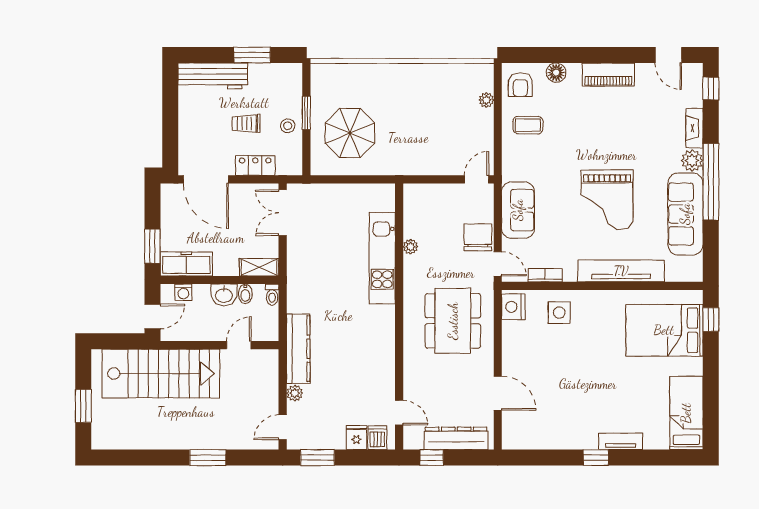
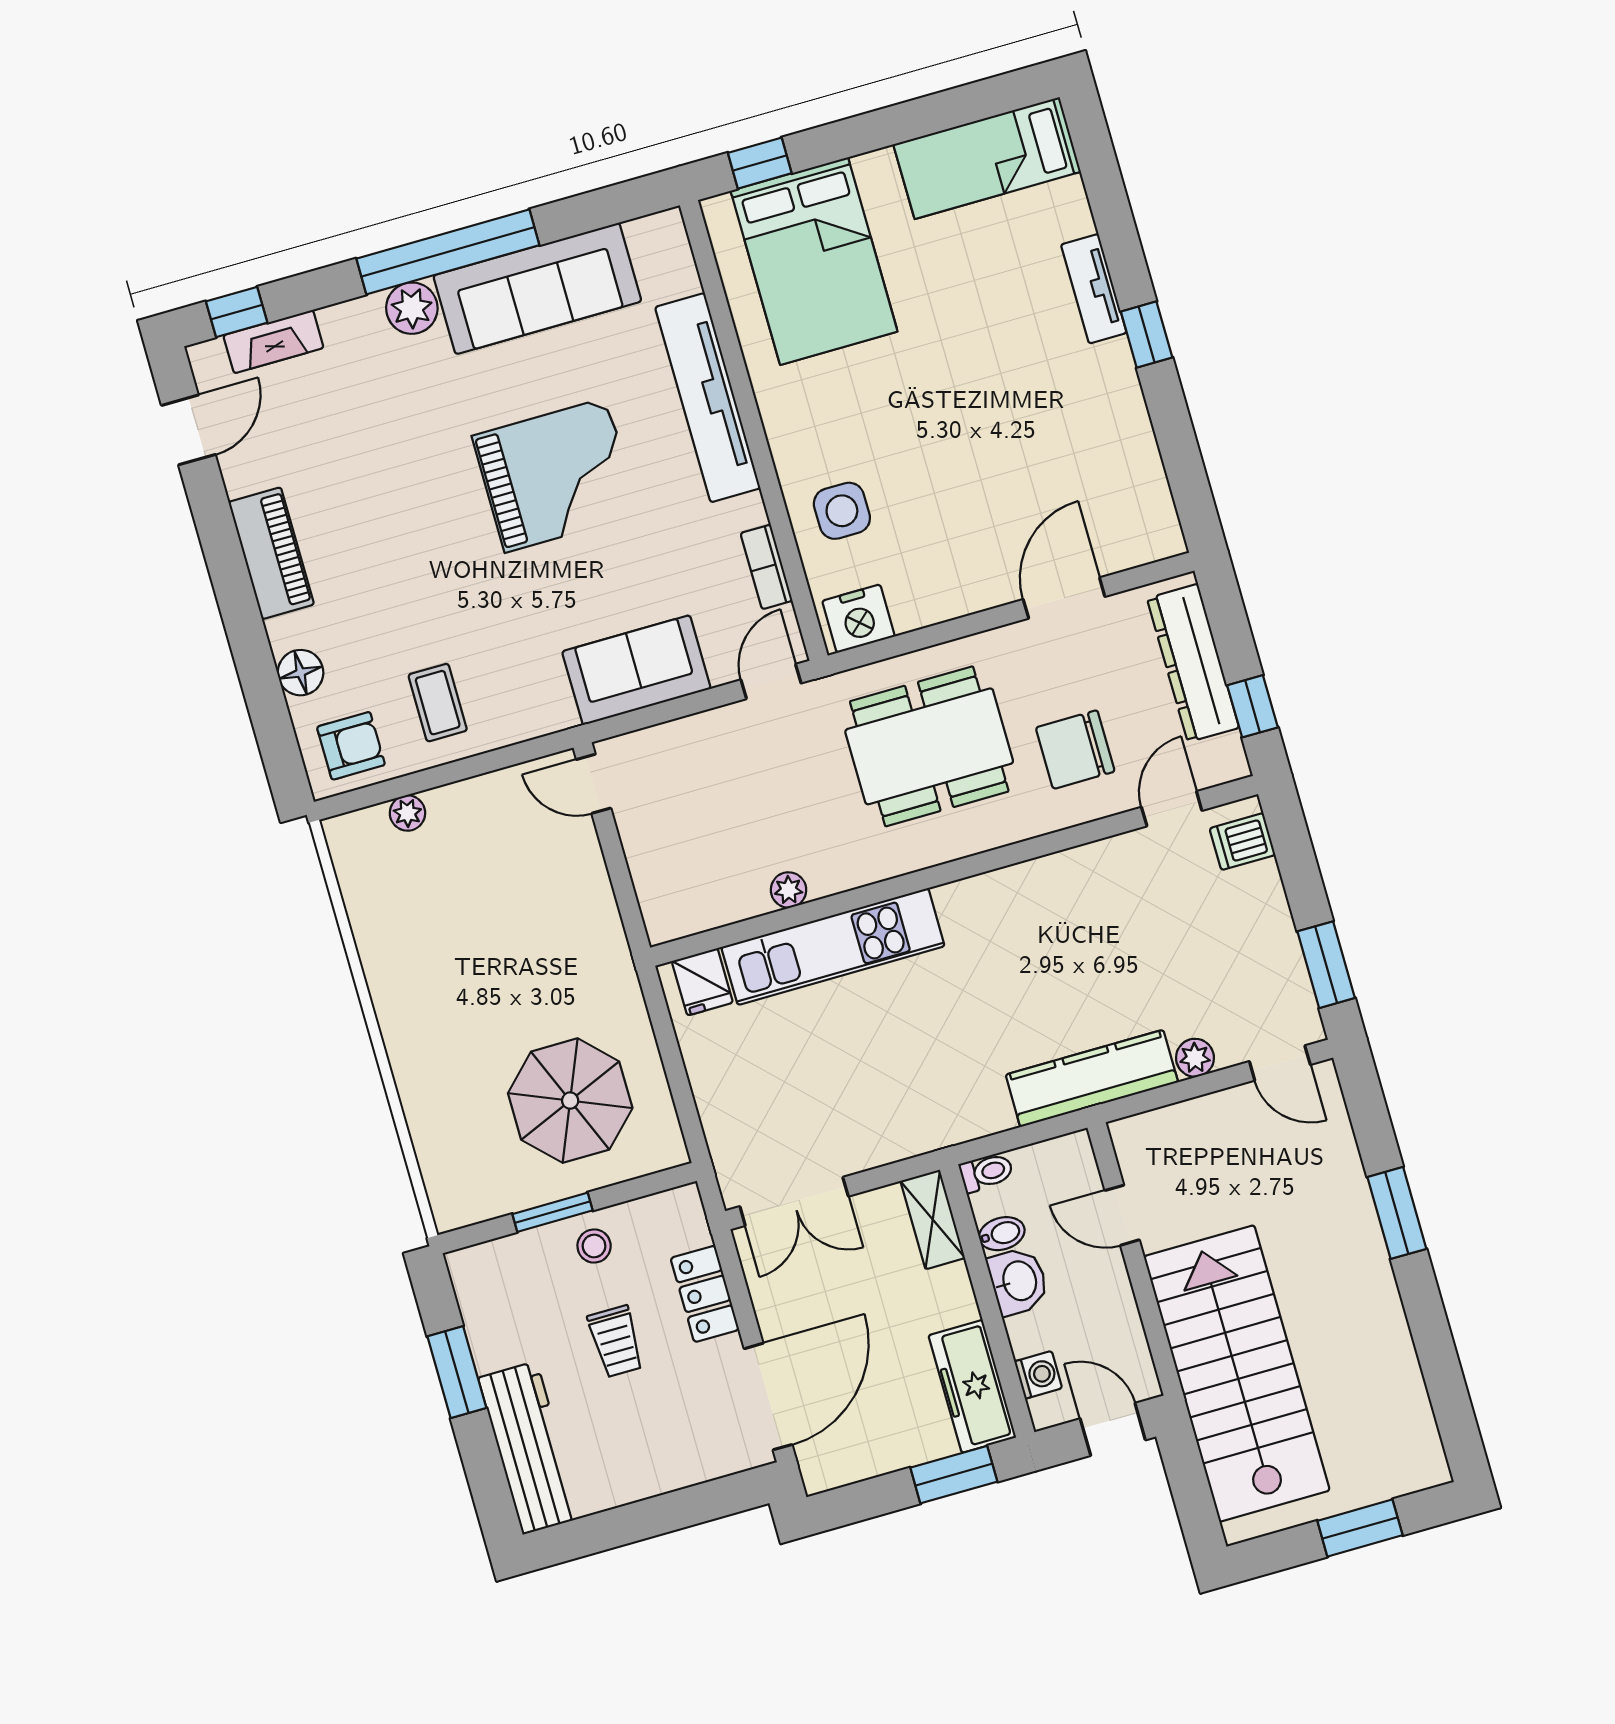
fireplace: (694, 128) -> (273, 342), moved
chair: (478, 237) -> (1075, 750), moved
fridge: (356, 438) -> (702, 982), moved, turned -90

